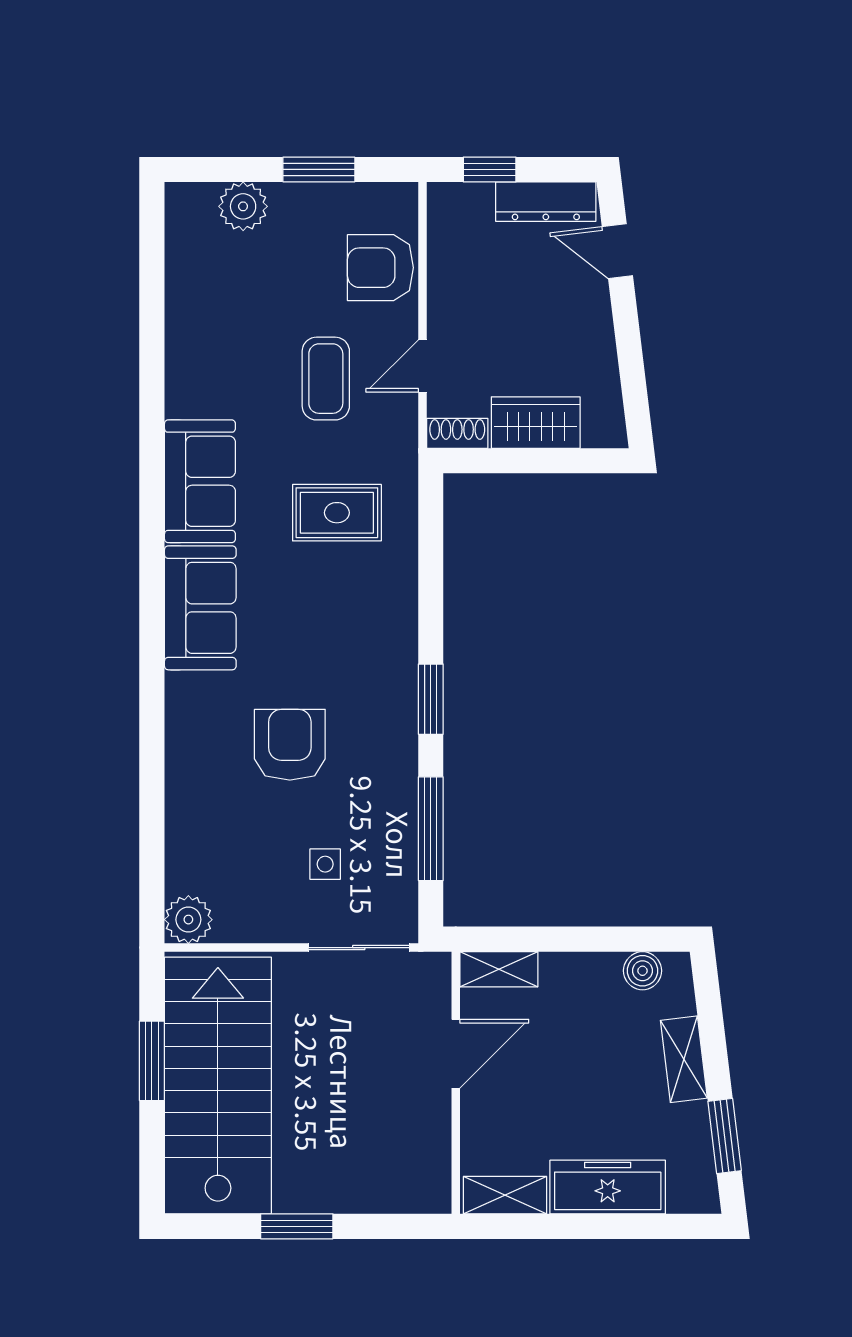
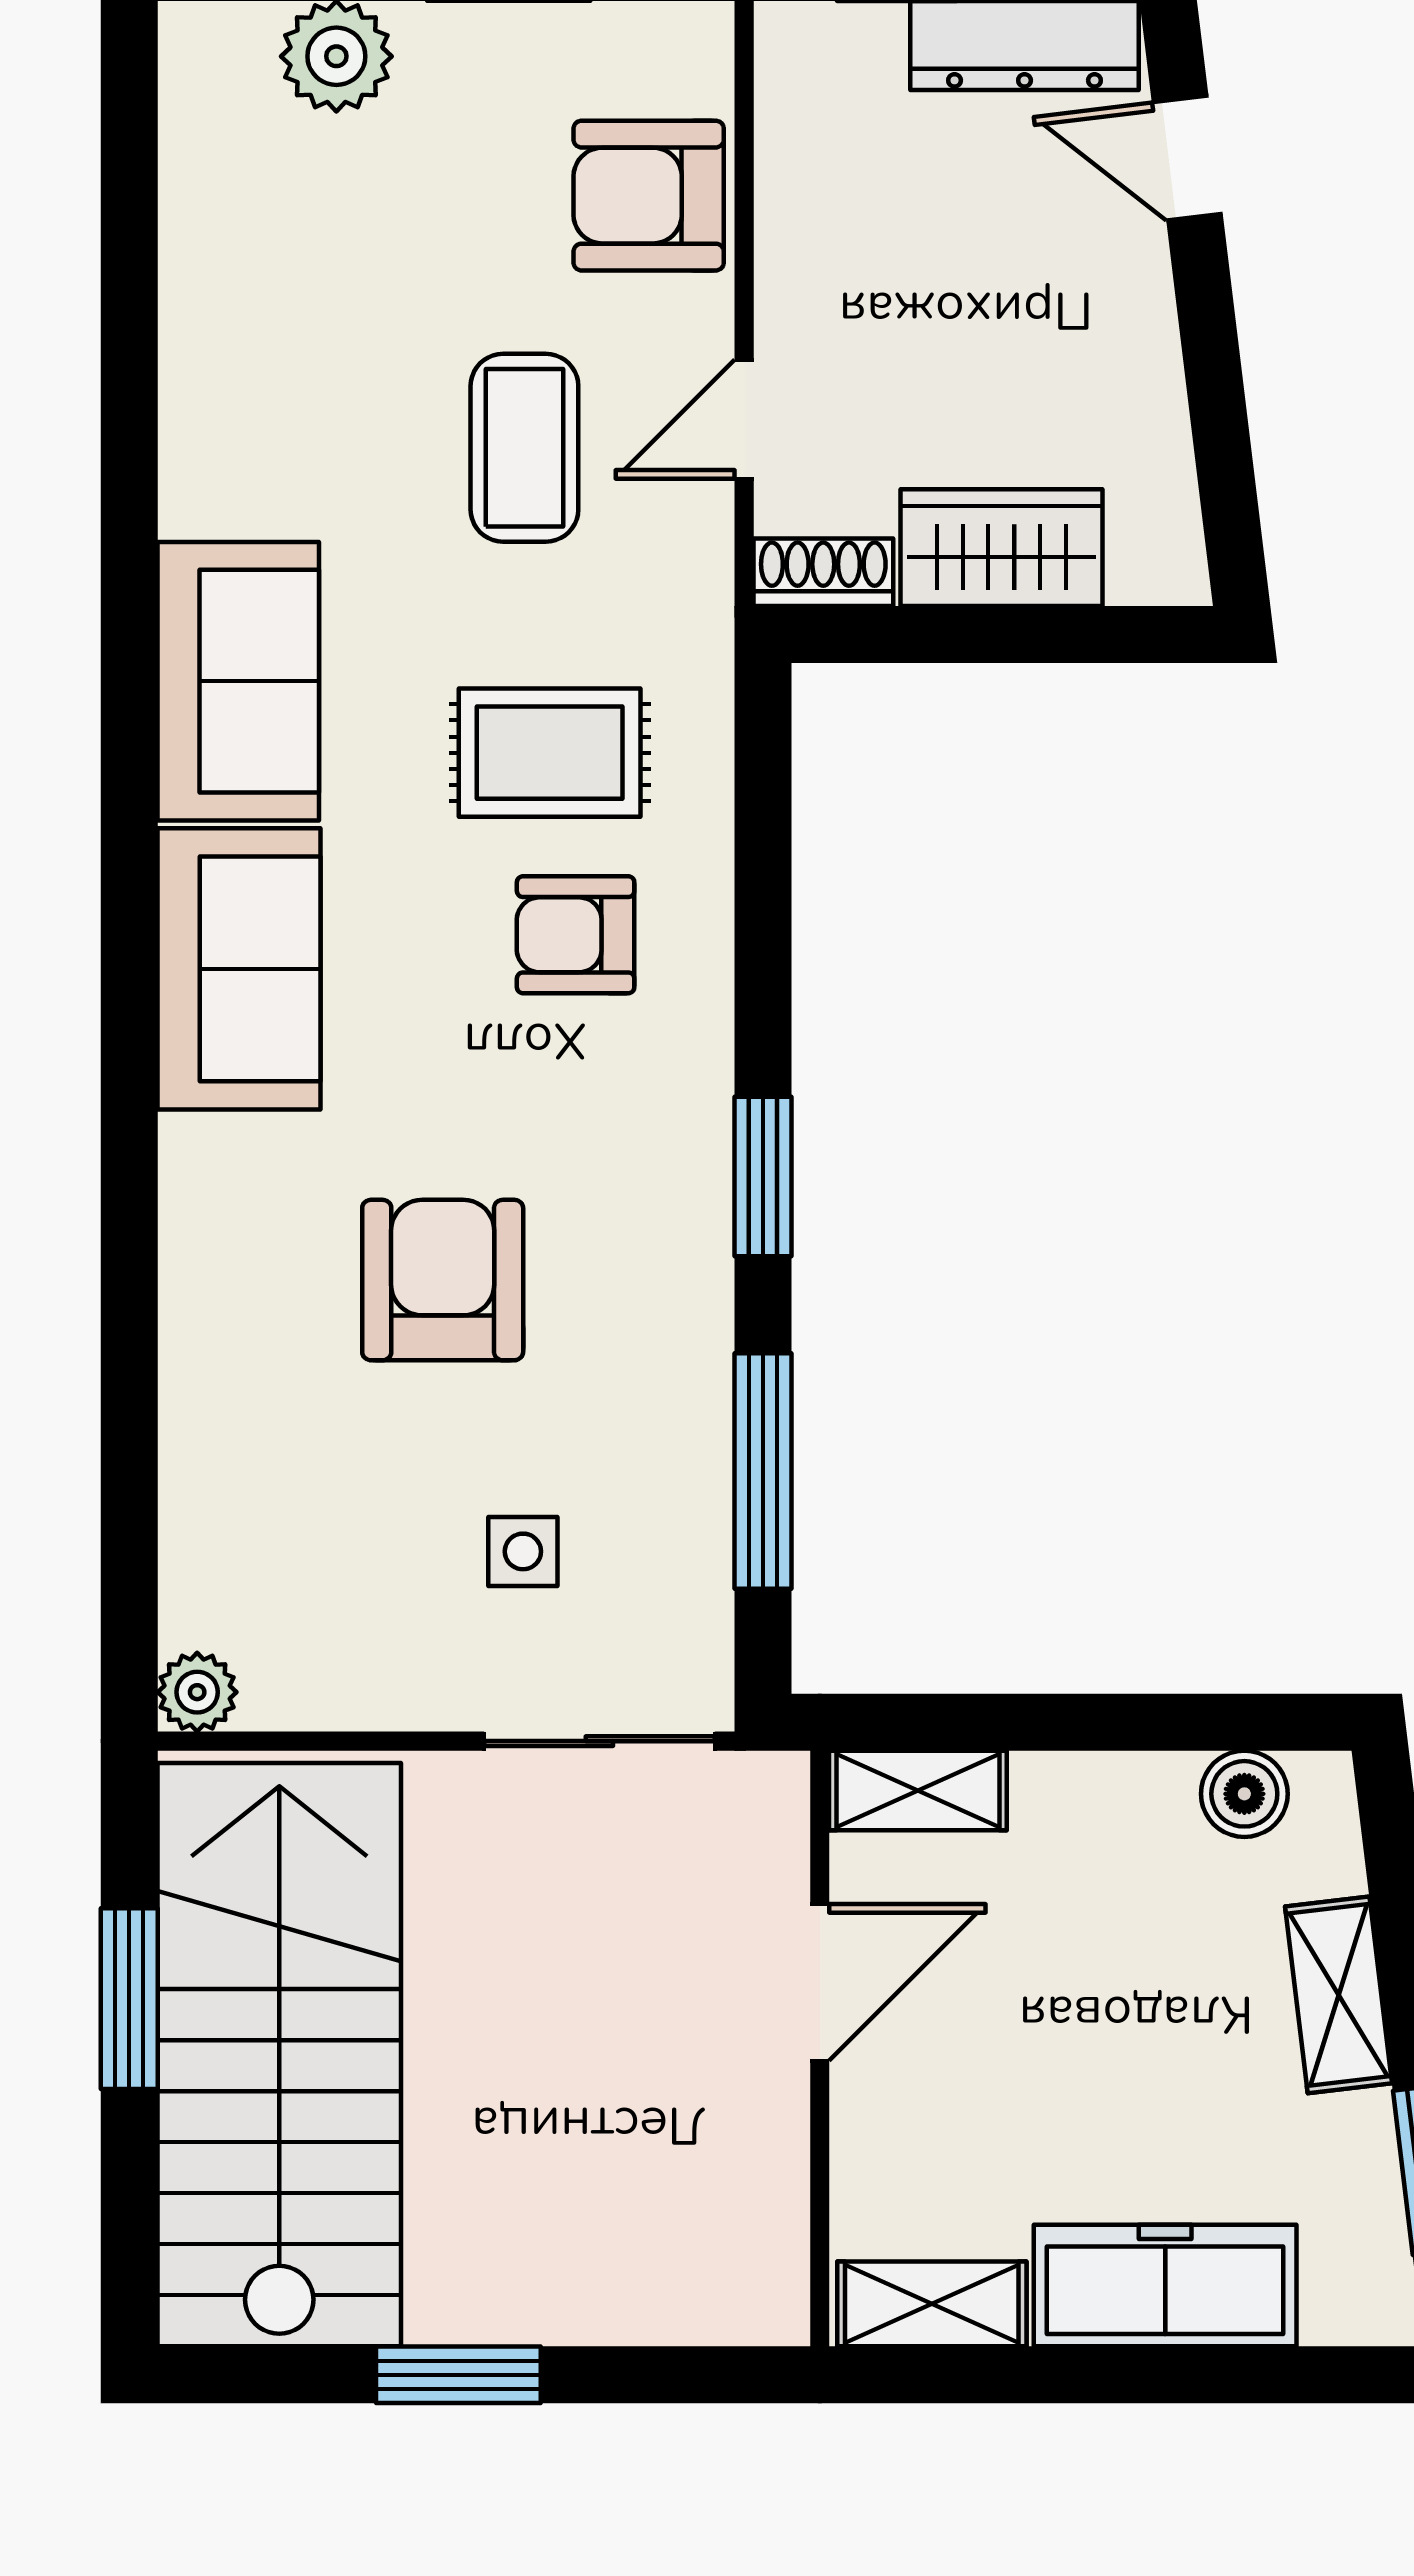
armchair: (348, 593) -> (576, 935), added
plant: (188, 920) -> (197, 1692), width x0.73, depth x0.73

